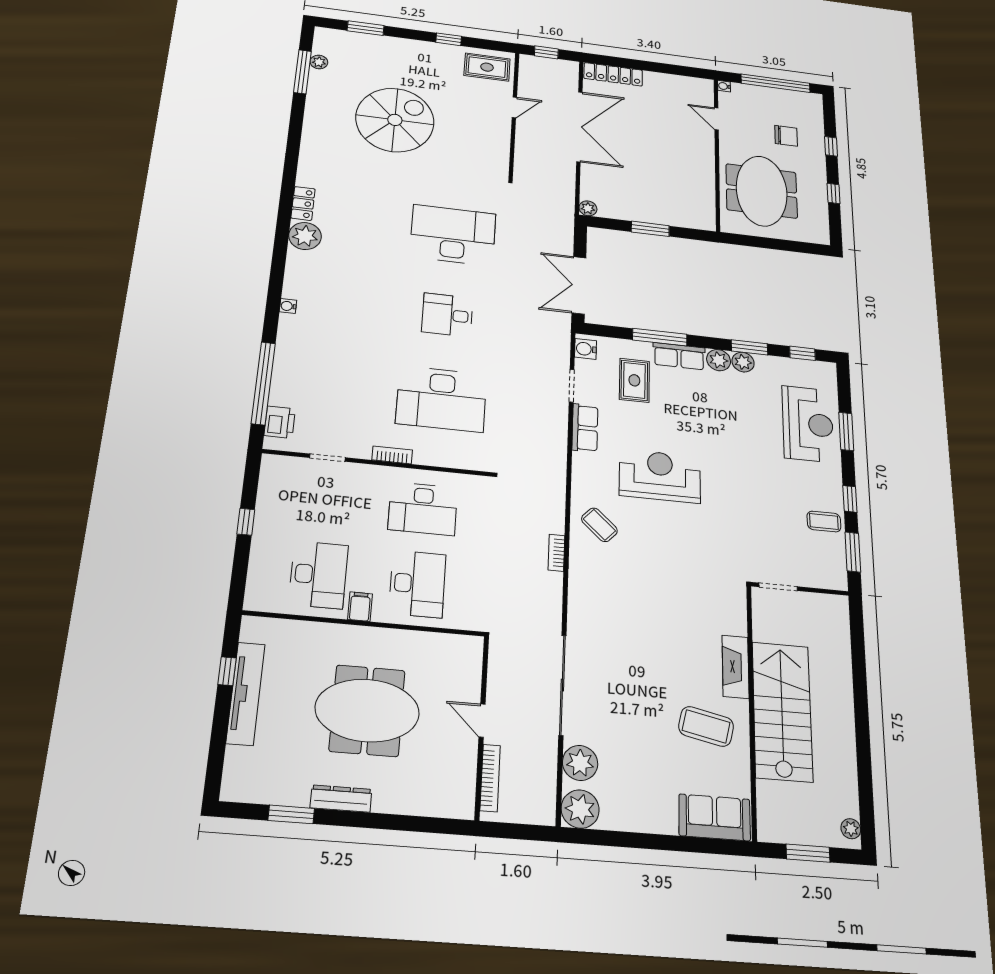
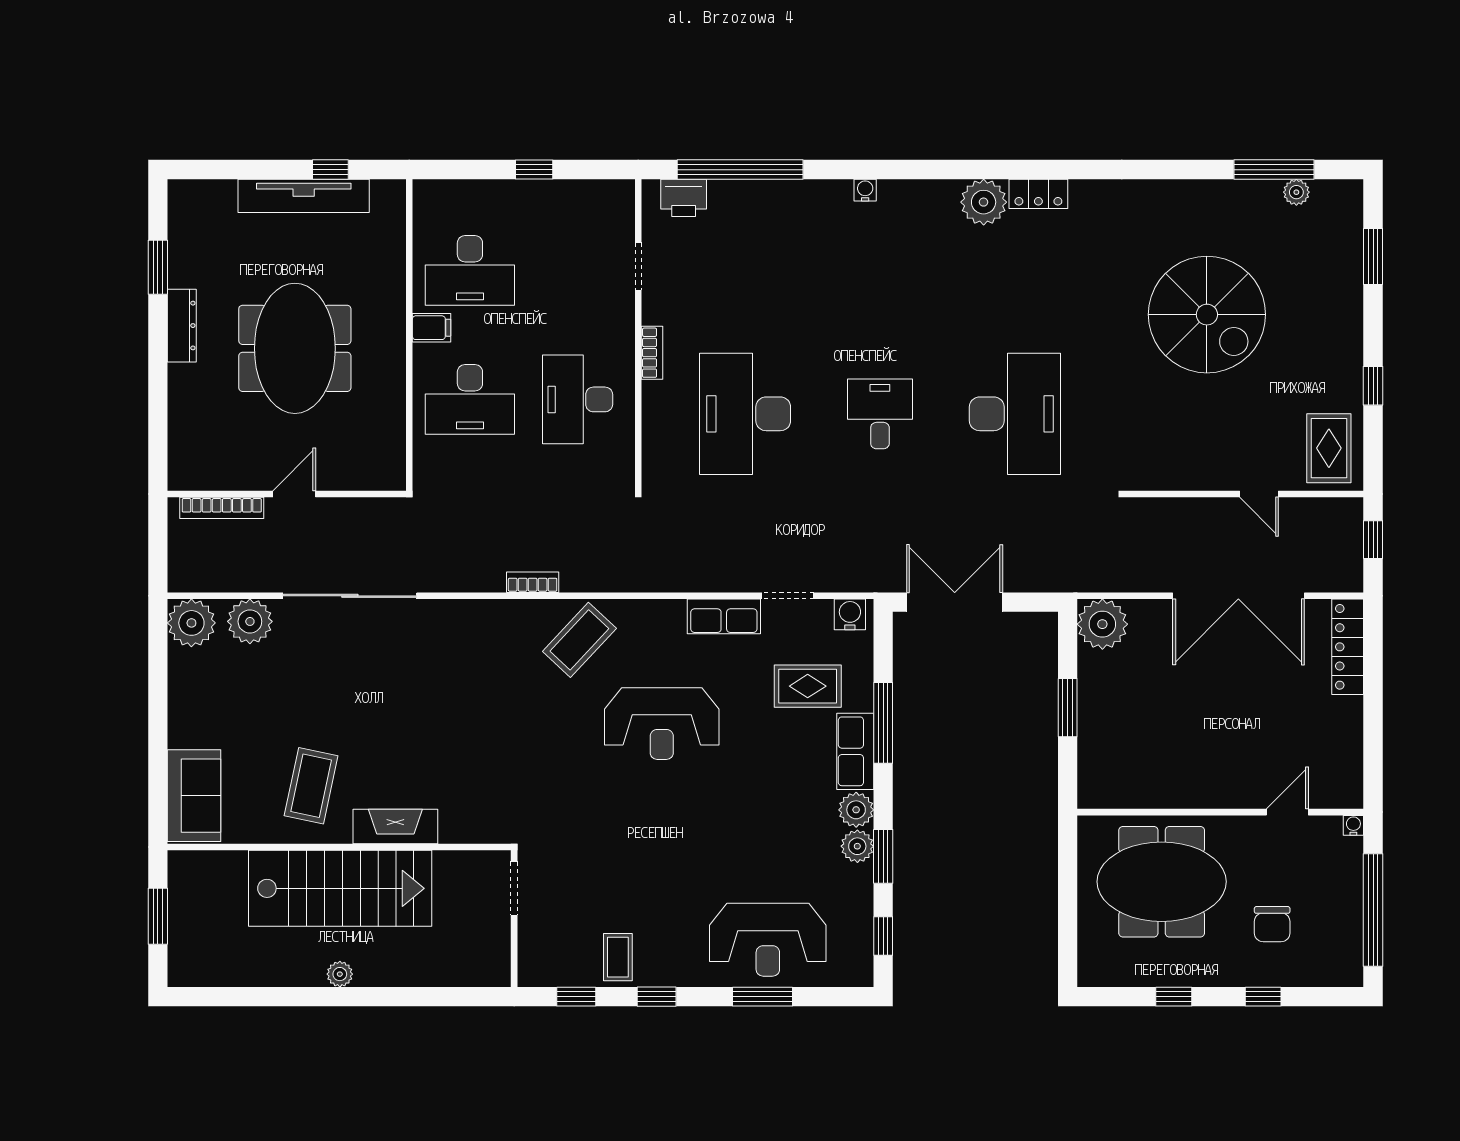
plant: (588, 208) -> (1102, 624), width x1.88, depth x1.88
reception desk: (660, 476) -> (662, 724), turned 90
coffee table: (599, 525) -> (579, 640), width x1.36, depth x1.30
window: (853, 552) -> (576, 997), width x0.67
plant: (851, 829) -> (340, 974), moved

